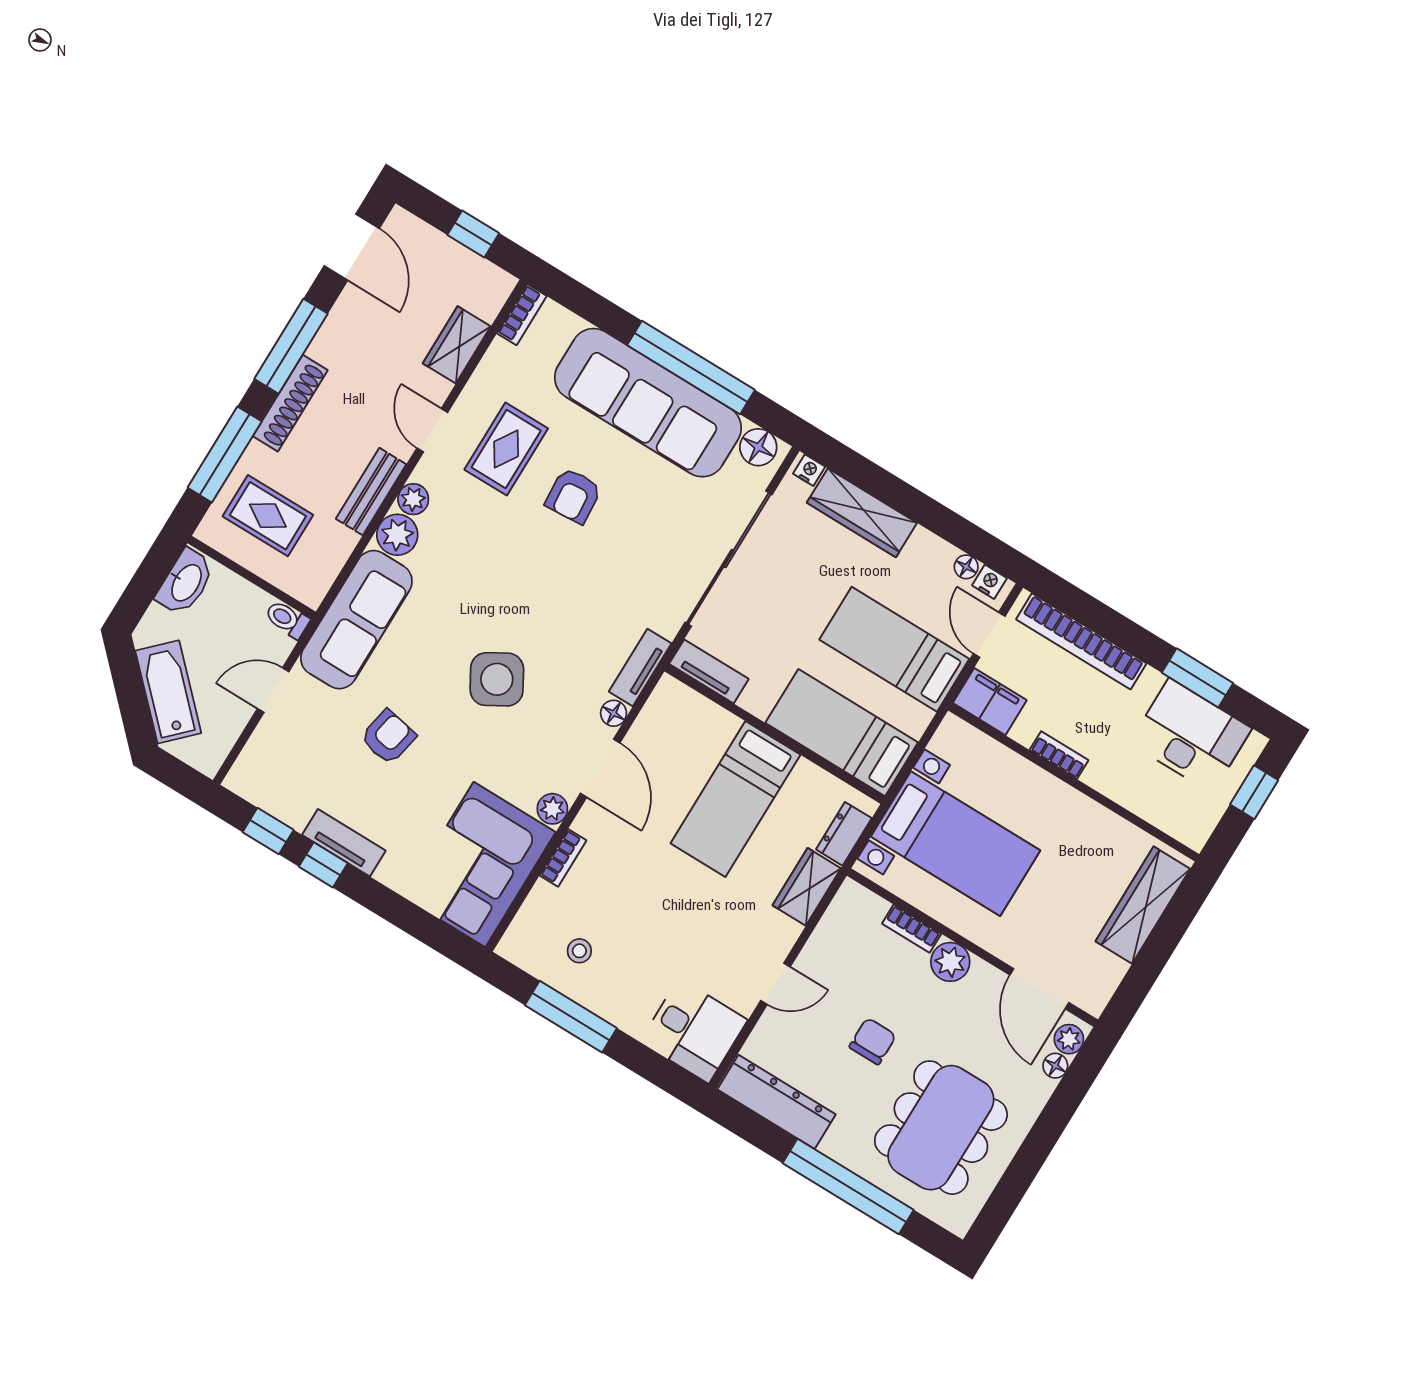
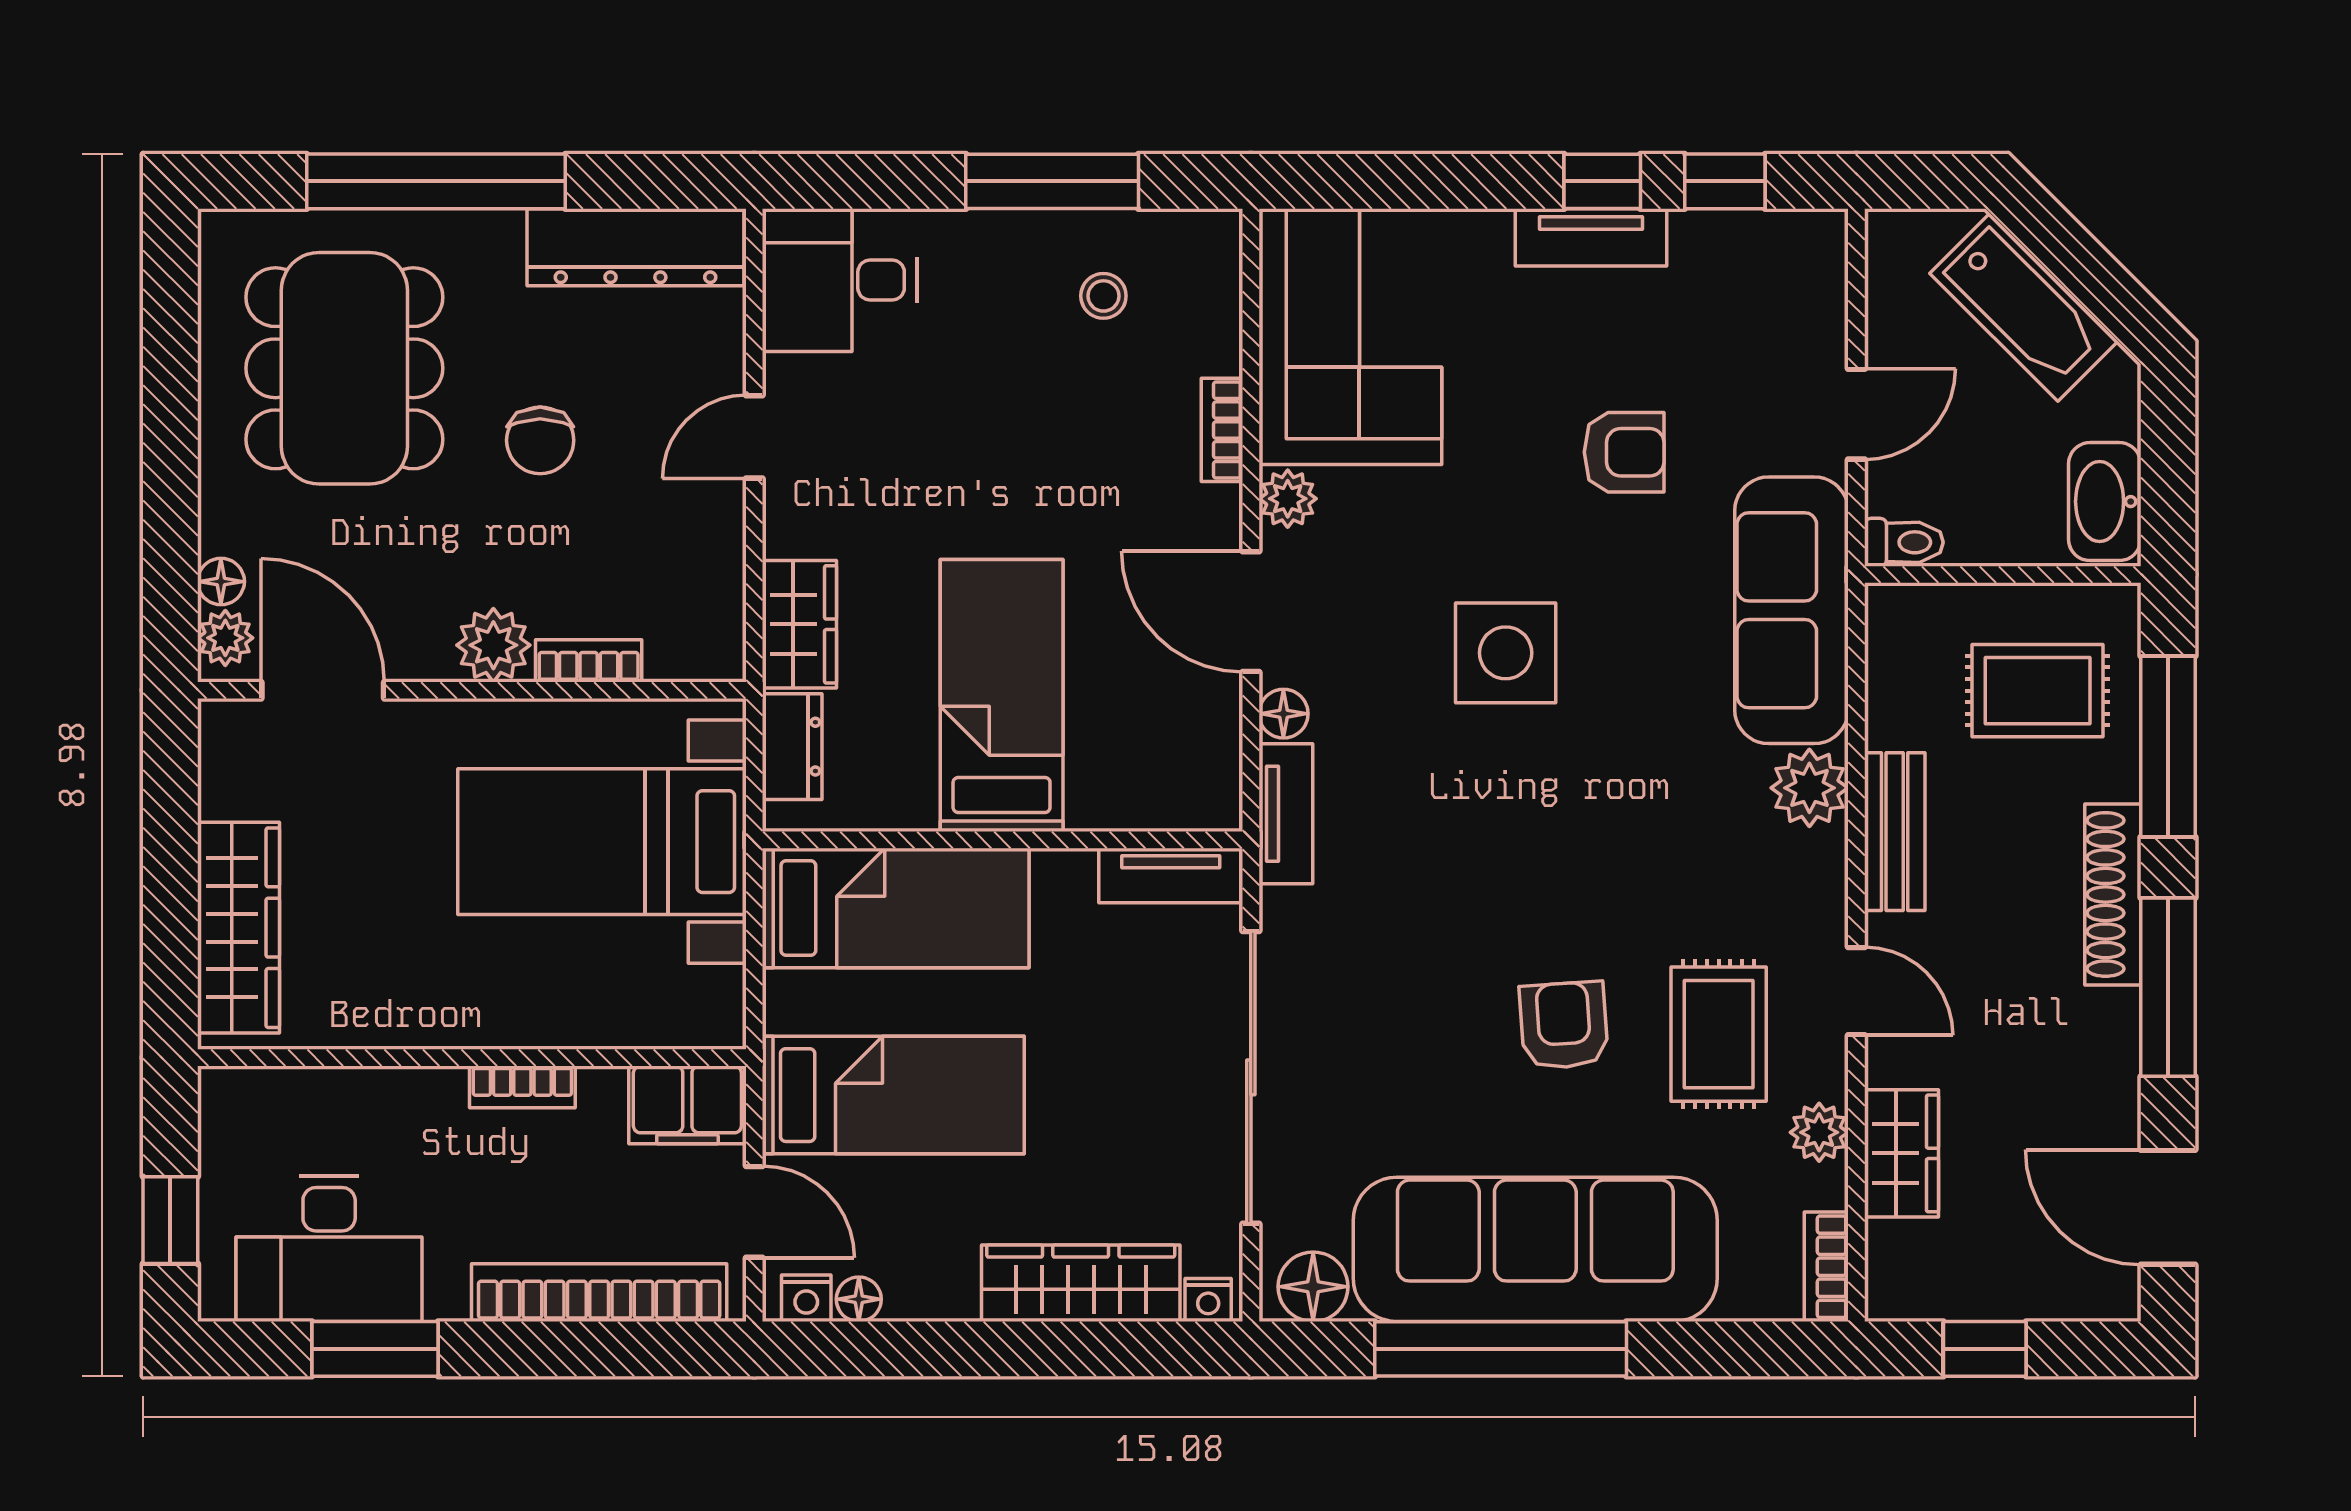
plant: (413, 499) -> (1819, 1132), moved
side table: (497, 679) -> (1506, 653), turned 30
armchair: (388, 737) -> (1624, 452), turned -101

